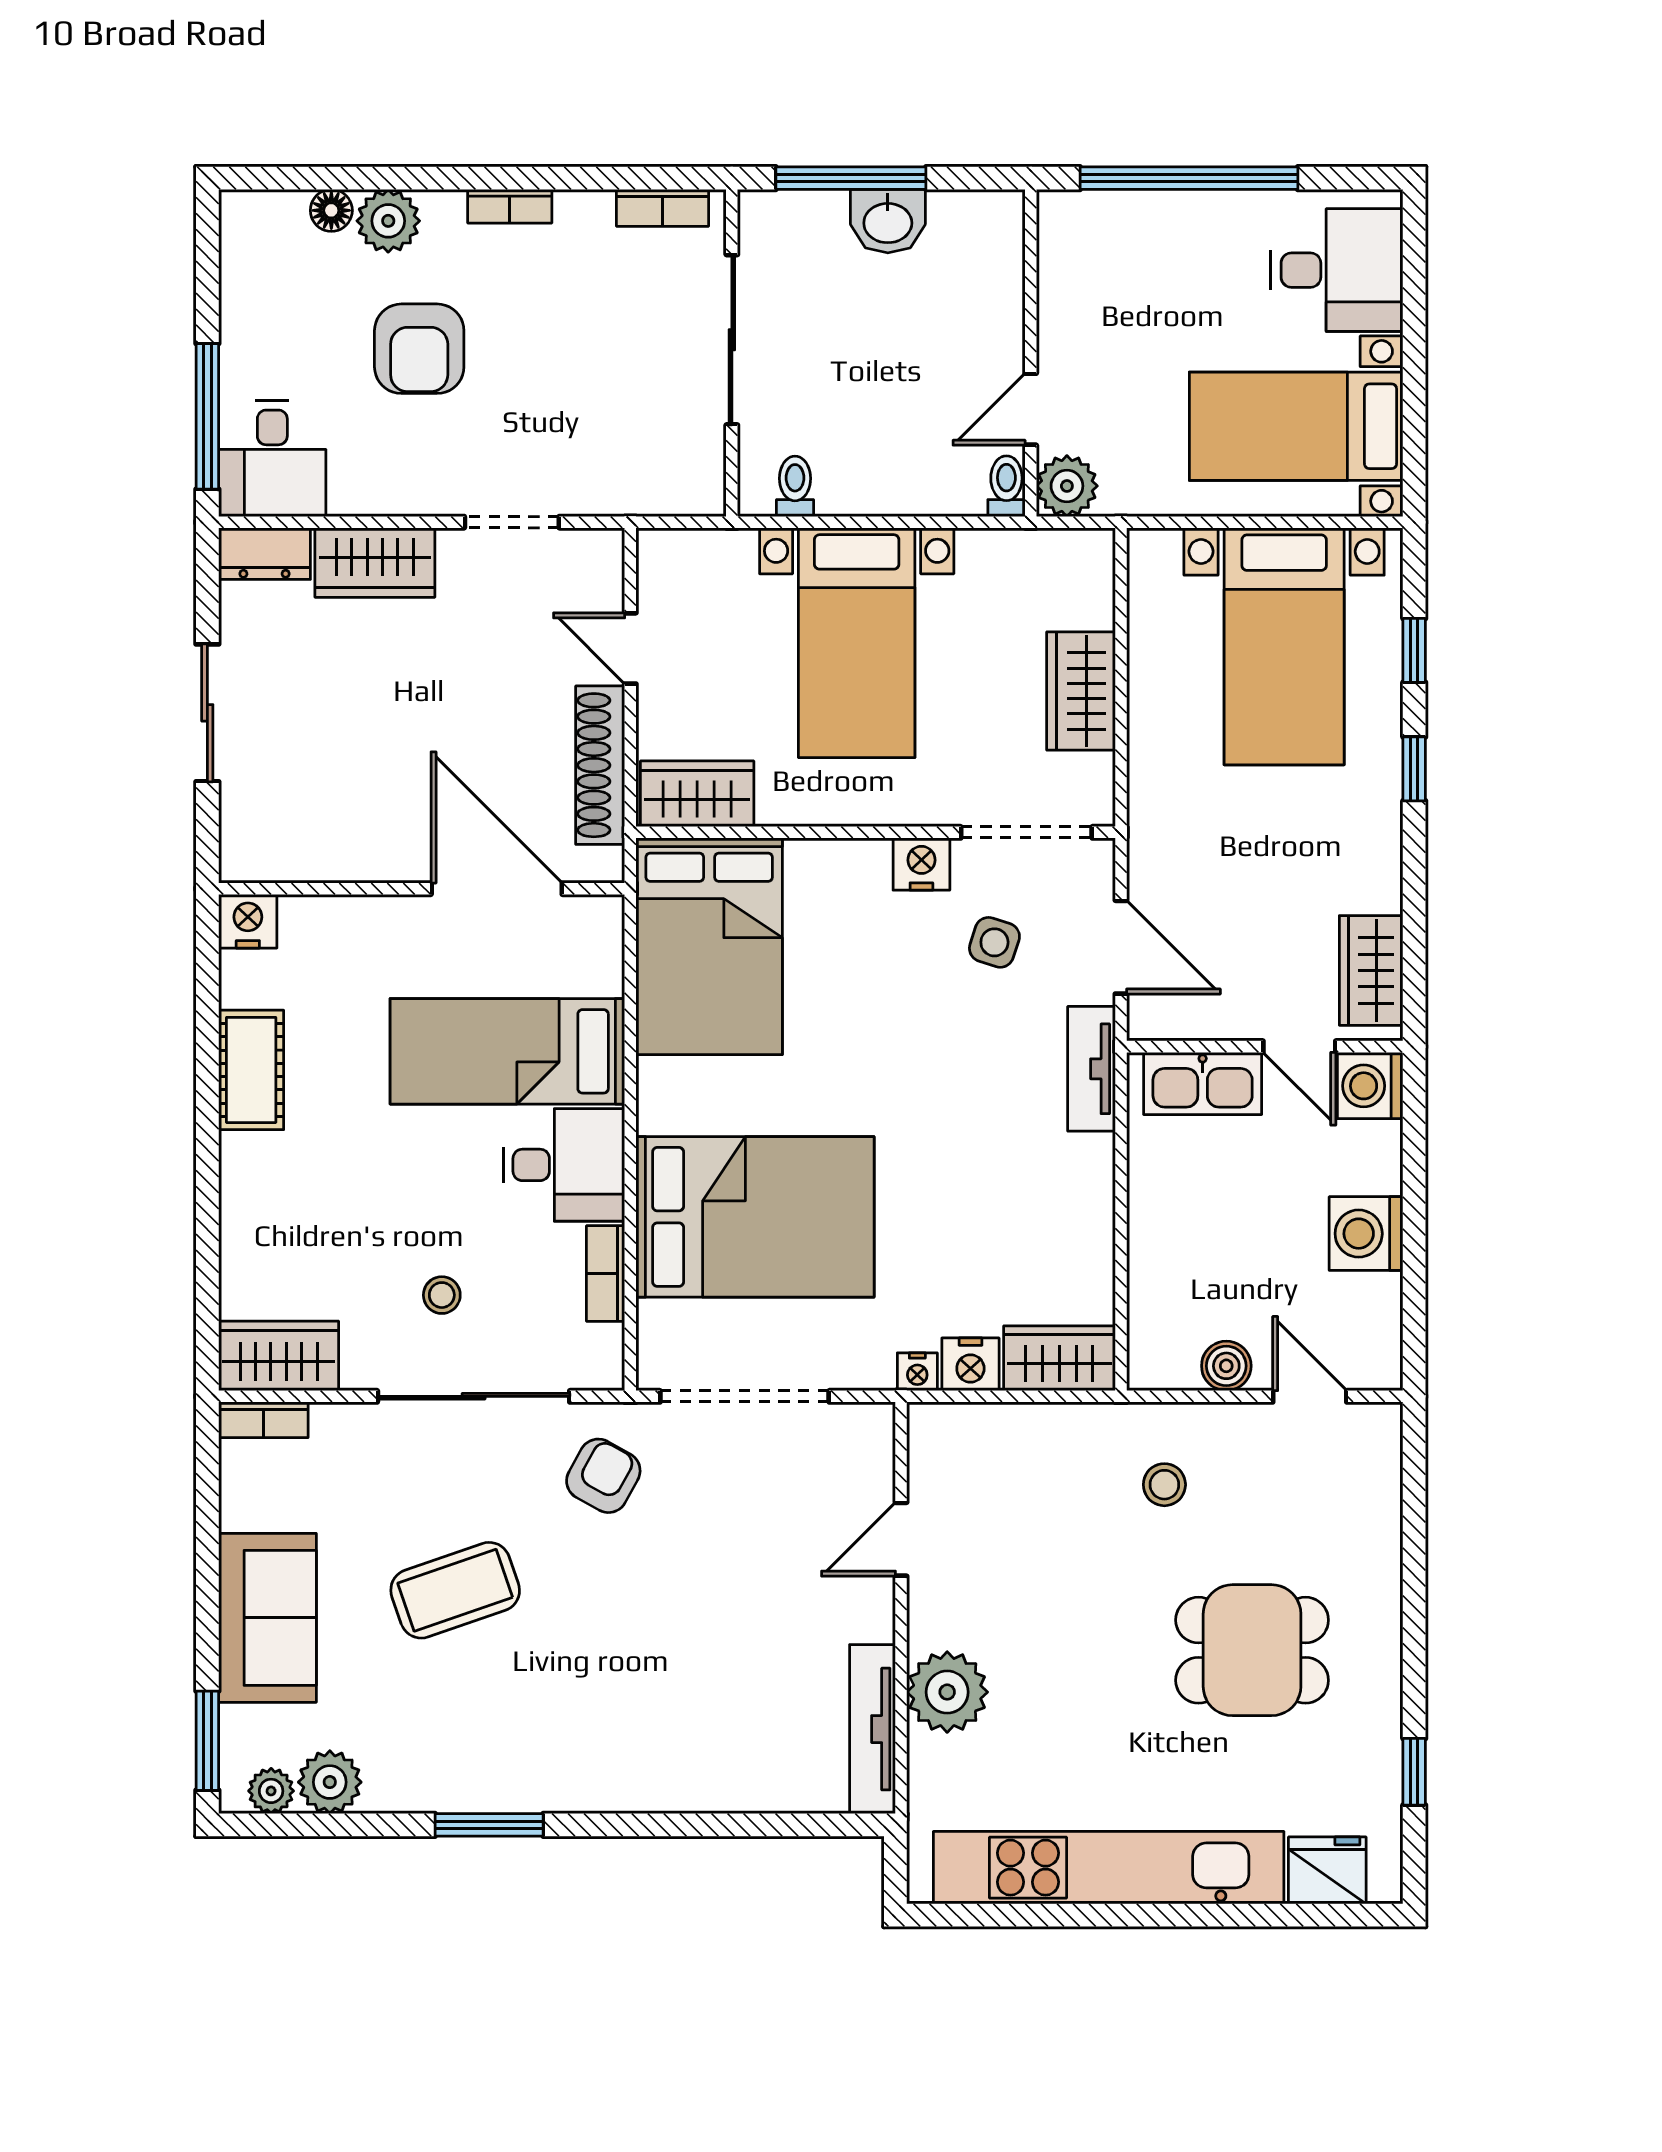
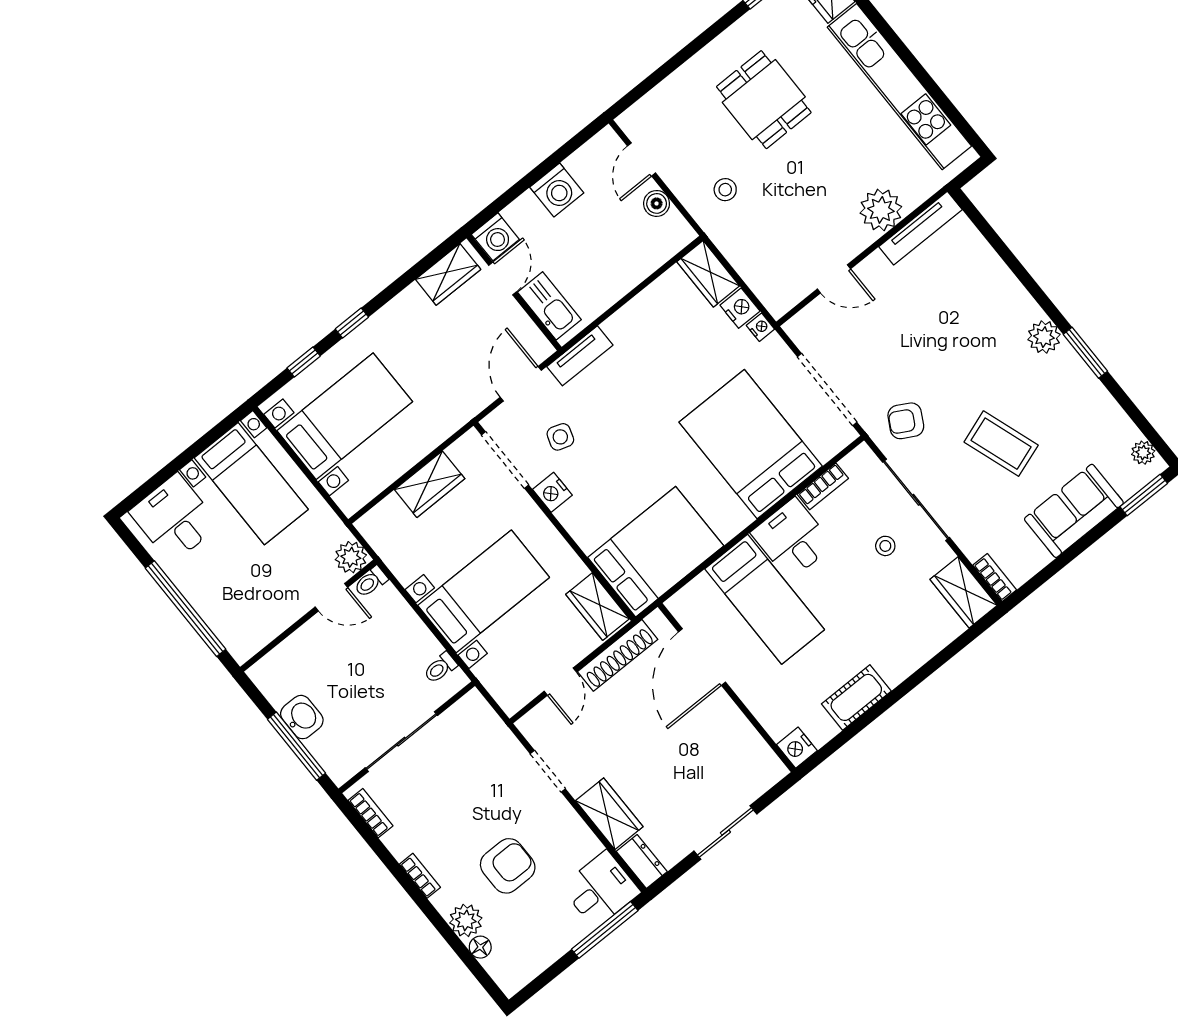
plant: (330, 1782) -> (1044, 337), moved

